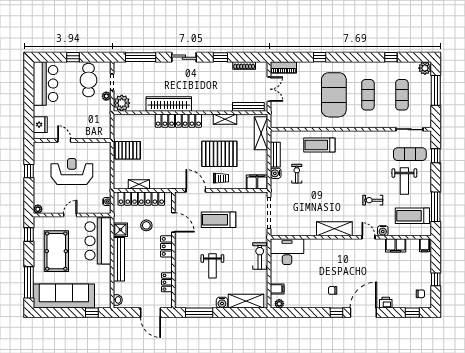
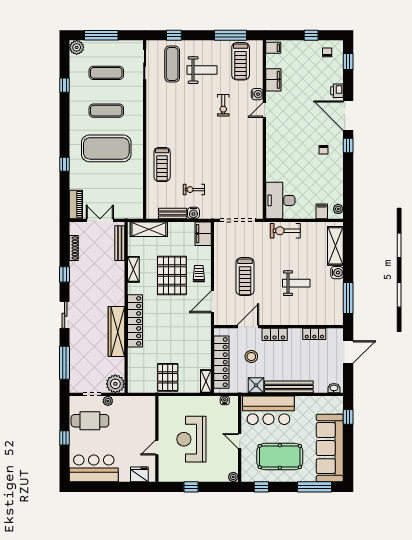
shelving: (139, 184) -> (206, 381), moved
shelving: (334, 229) -> (255, 148), removed

